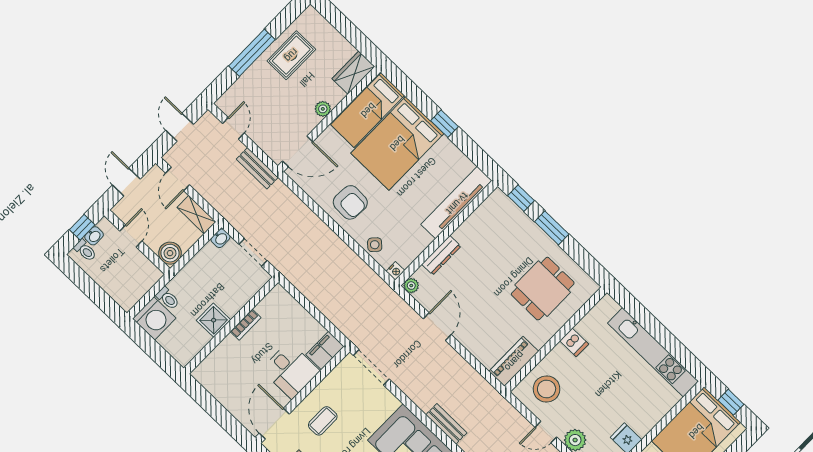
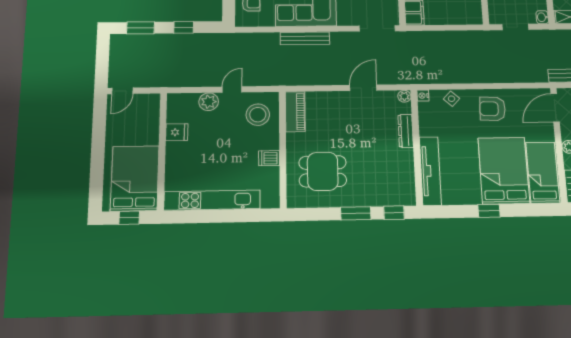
dining table: (543, 289) -> (323, 171), turned 90
door: (437, 327) -> (363, 88), swing flipped
bench: (446, 424) -> (305, 38), width x1.36

